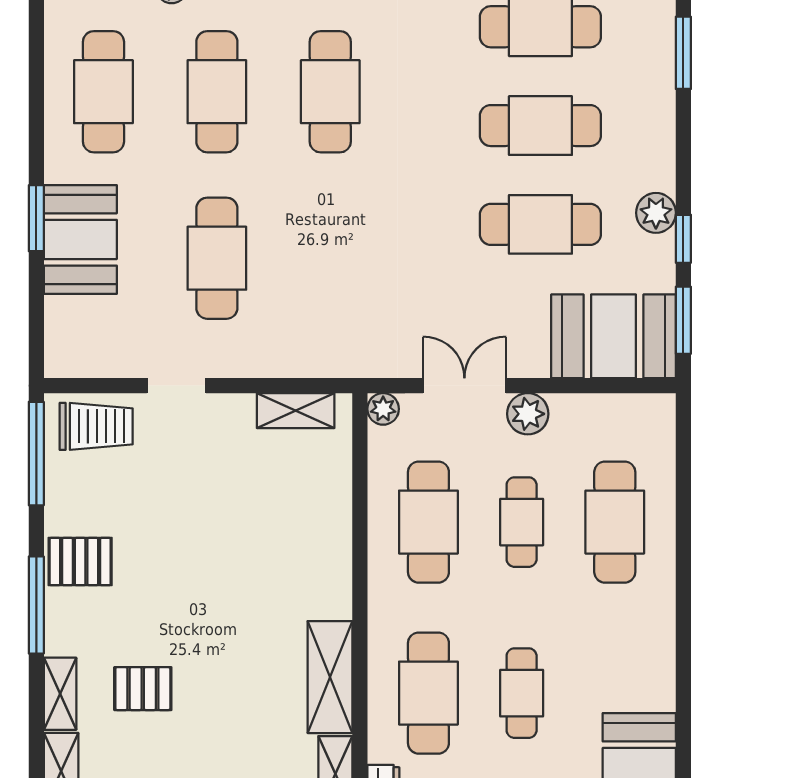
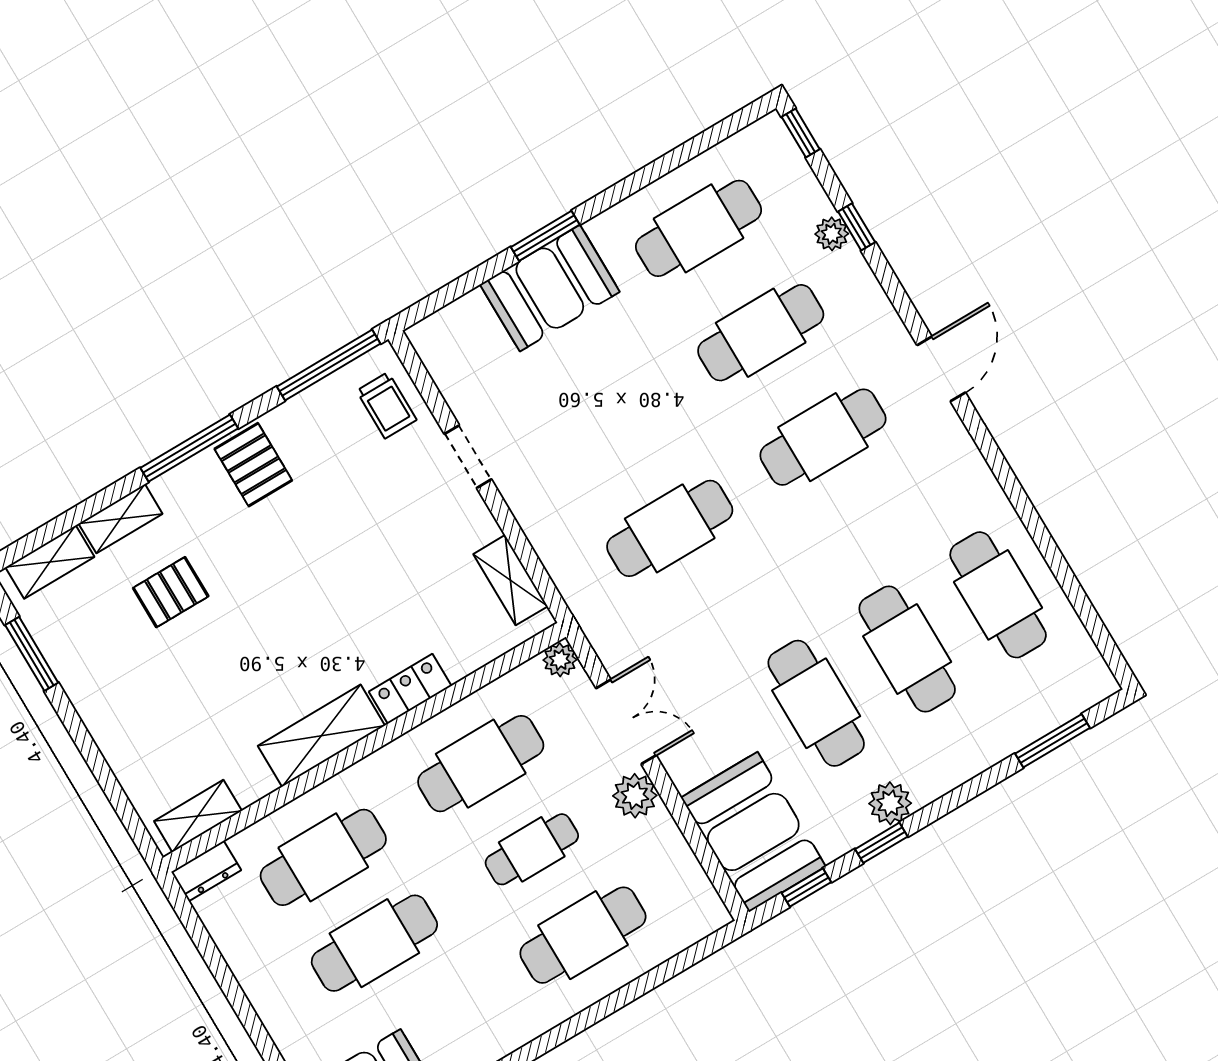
cafe table: (217, 258) -> (670, 528), moved
window: (683, 320) -> (806, 887), width x0.67
trolley: (96, 426) -> (387, 405), width x0.73, depth x0.72
locker: (335, 543) -> (410, 689), added
shelving: (330, 677) -> (321, 736), moved
pallet: (143, 689) -> (171, 592), turned 90
cafe table: (522, 693) -> (374, 943), width x1.37, depth x1.35

